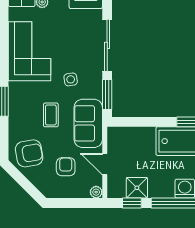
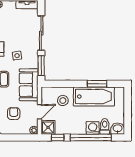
stool: (140, 147) -> (63, 101), added
door: (105, 164) -> (40, 112), swing flipped
shower: (137, 188) -> (48, 127), moved

